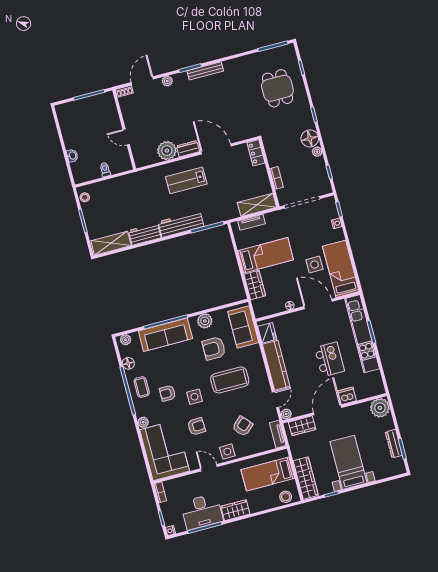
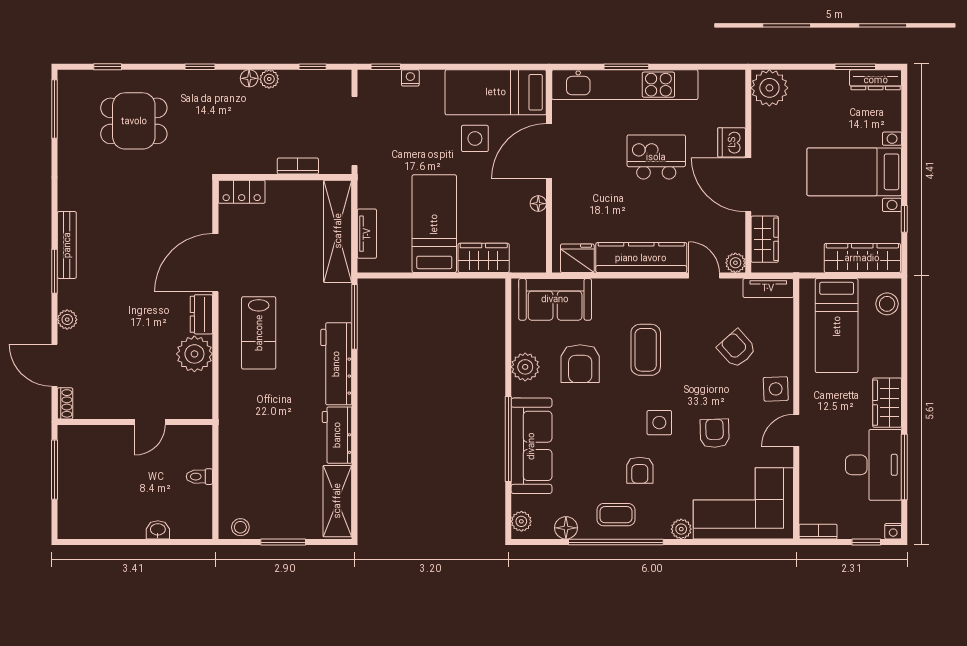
floor lamp: (310, 138) -> (249, 78), width x0.53, depth x0.53
shelving: (257, 205) -> (338, 231), width x1.47
coffee table: (230, 380) -> (646, 350), width x0.73, depth x0.76
dresser: (394, 444) -> (876, 80), moved

